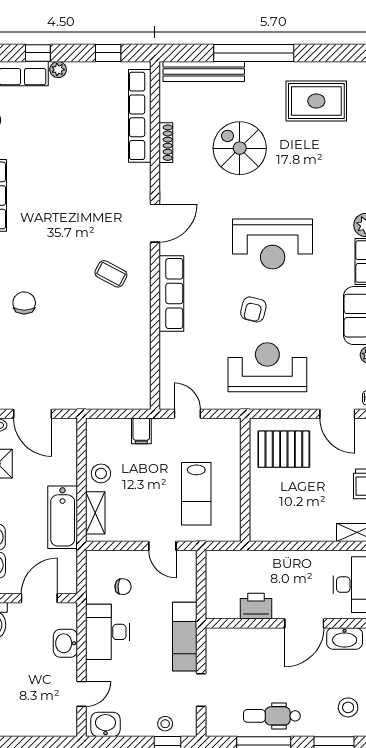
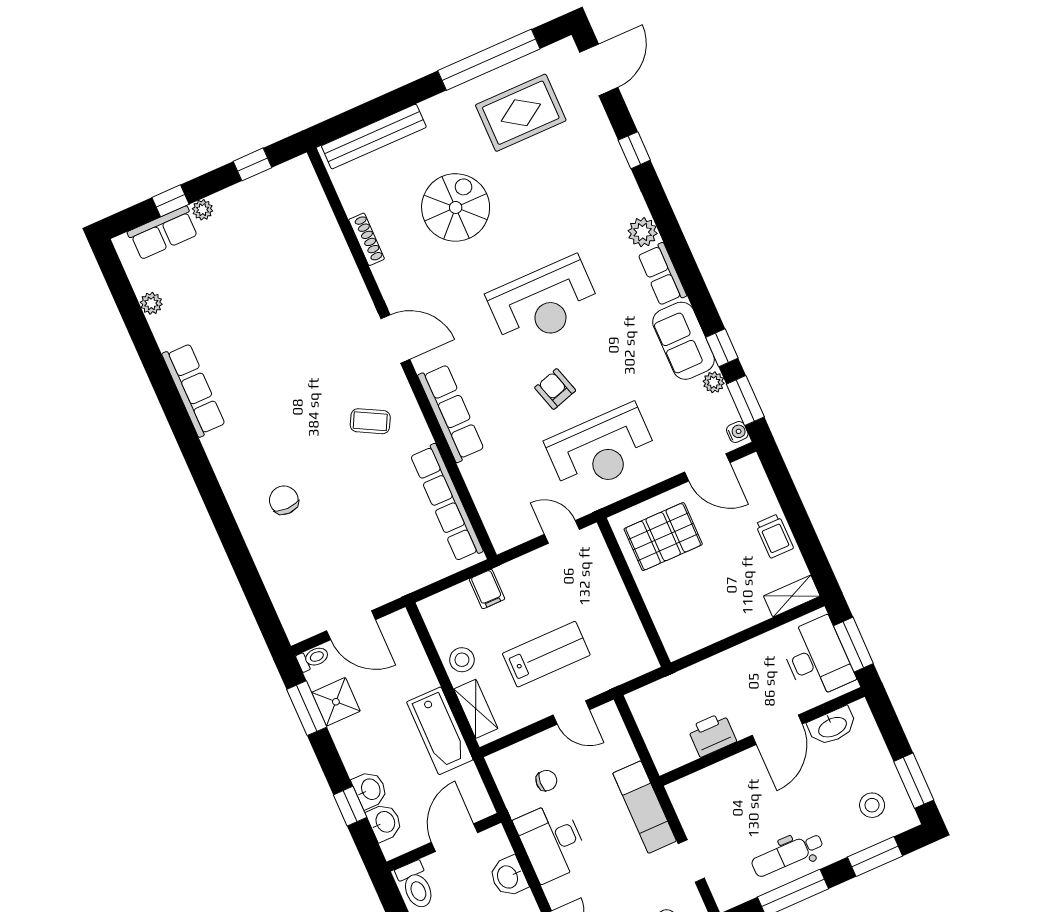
window: (254, 53) -> (489, 60), moved
row of seats: (140, 116) -> (447, 503), moved
spiral stairs: (240, 148) -> (456, 207), turned 90
door: (155, 223) -> (395, 339), hinge flipped
armchair: (253, 309) -> (555, 389), turned 149
reception desk: (267, 367) -> (601, 449), turned 180
door: (187, 414) -> (562, 532), moved
lab bench: (196, 494) -> (546, 654), moved, turned -90

